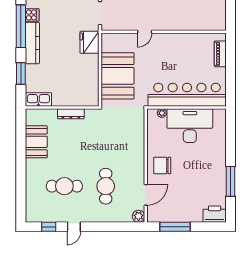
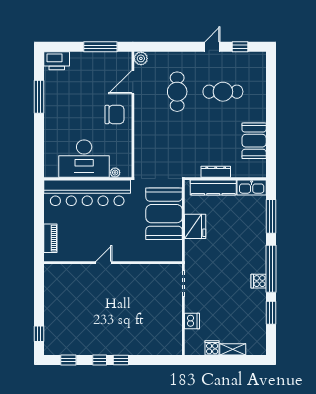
door: (145, 32) -> (104, 263), moved
fridge: (90, 42) -> (195, 226), moved
kitchen counter: (32, 43) -> (213, 188), moved, turned -90
window: (21, 73) -> (271, 216), width x1.44

